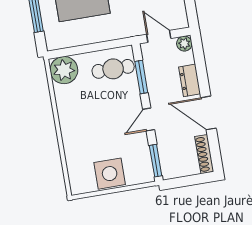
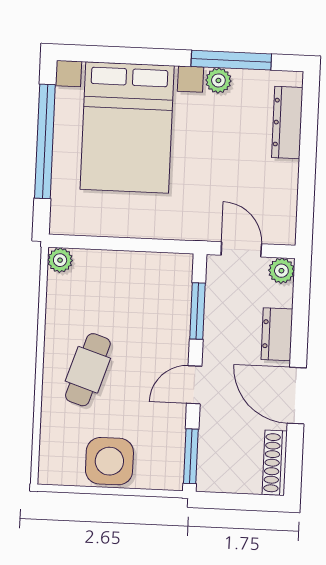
cafe table: (113, 69) -> (88, 370), moved, turned -72
plant: (64, 70) -> (60, 260), width x0.53, depth x0.53

